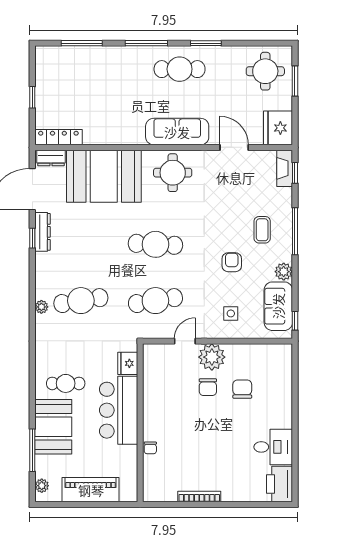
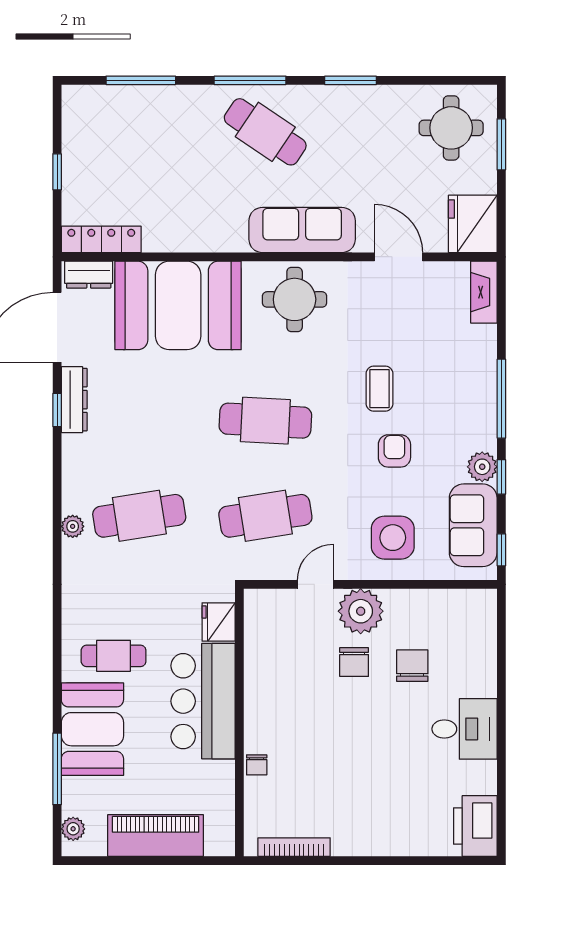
cafe table: (180, 69) -> (265, 132), moved, turned 34
window: (295, 173) -> (501, 477), moved
coffee table: (262, 230) -> (380, 389), moved
side table: (231, 313) -> (393, 538), width x1.87, depth x1.87
desk: (273, 447) -> (464, 729), moved
bookcase: (199, 497) -> (294, 847), moved

